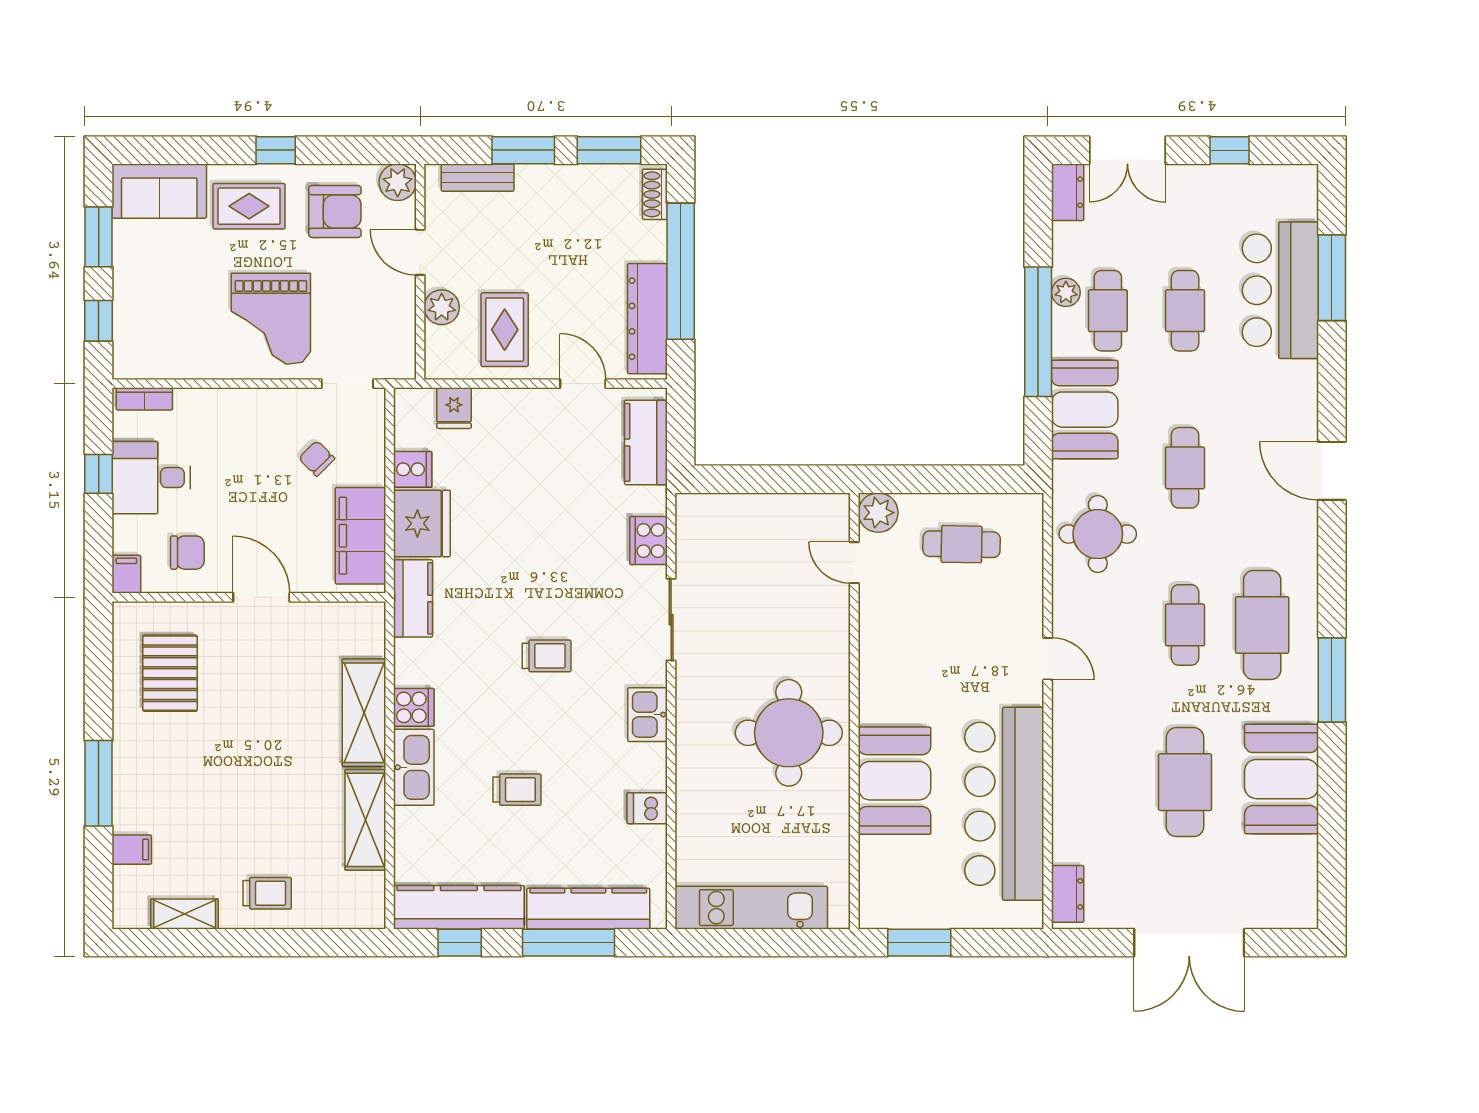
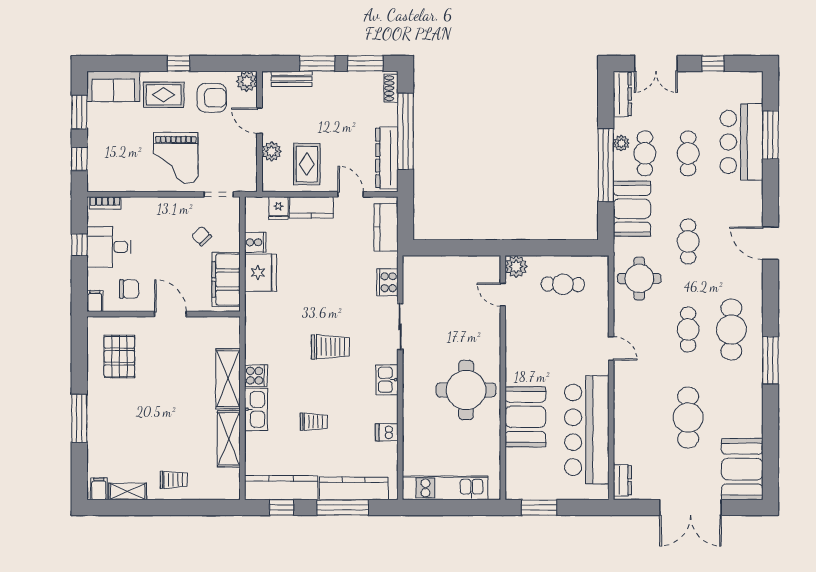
dresser: (1068, 192) -> (622, 94), width x1.44
kitchen counter: (413, 598) -> (311, 207), moved, turned 90
trolley: (547, 656) -> (330, 347), width x1.36, depth x1.39
booth: (1281, 779) -> (742, 469), moved
filing cabinet: (132, 850) -> (99, 489), moved, turned -90

